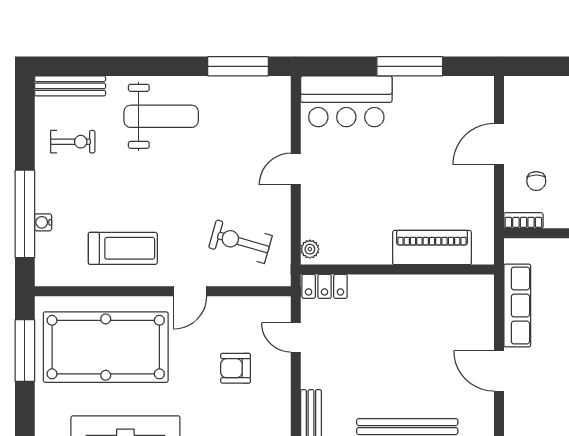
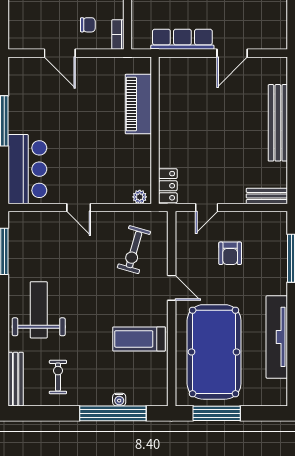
treadmill: (123, 248) -> (139, 339), turned -90

